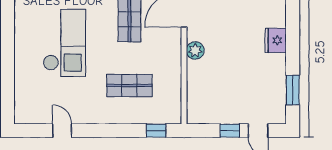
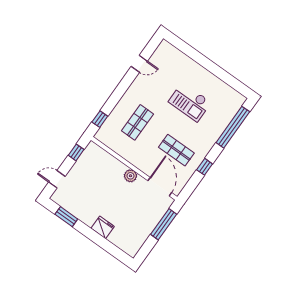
checkout: (64, 43) -> (190, 102), width x0.73, depth x0.83
window: (230, 131) -> (76, 152), moved

